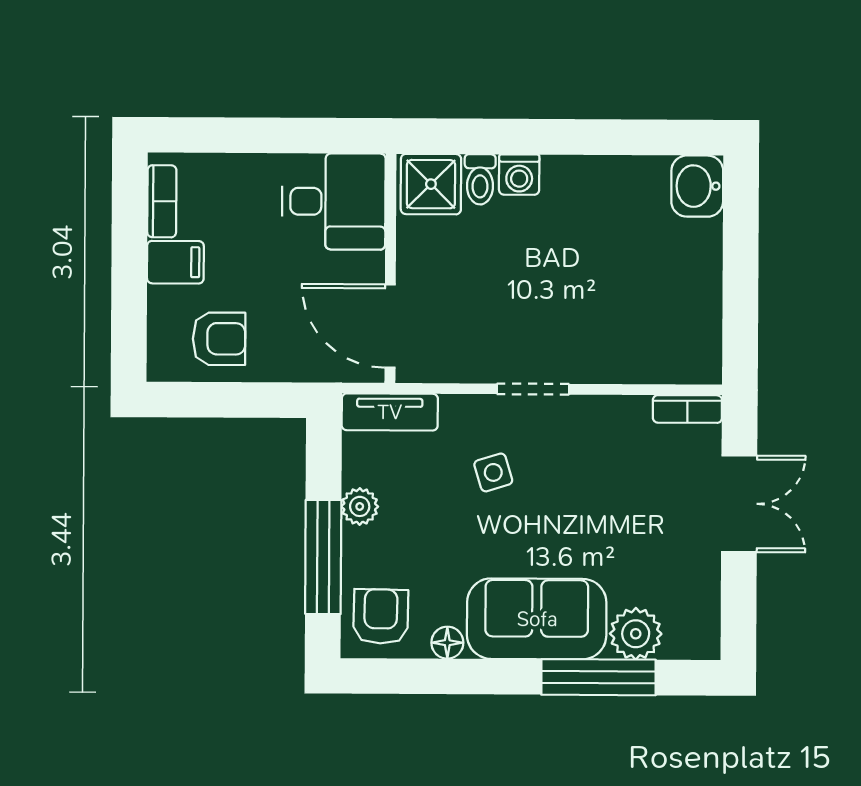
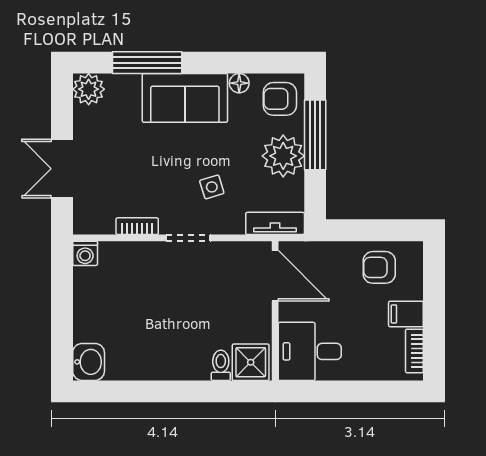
washing machine: (519, 175) -> (85, 253), moved, turned 180
bookcase: (687, 409) -> (137, 226), moved
plant: (360, 506) -> (283, 156), width x1.87, depth x1.87
armchair: (381, 616) -> (280, 99), turned 89
plant: (636, 634) -> (89, 89), moved

